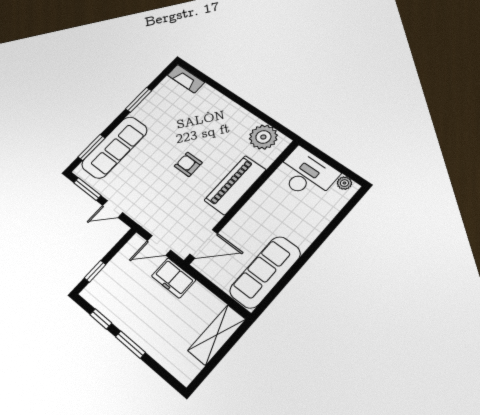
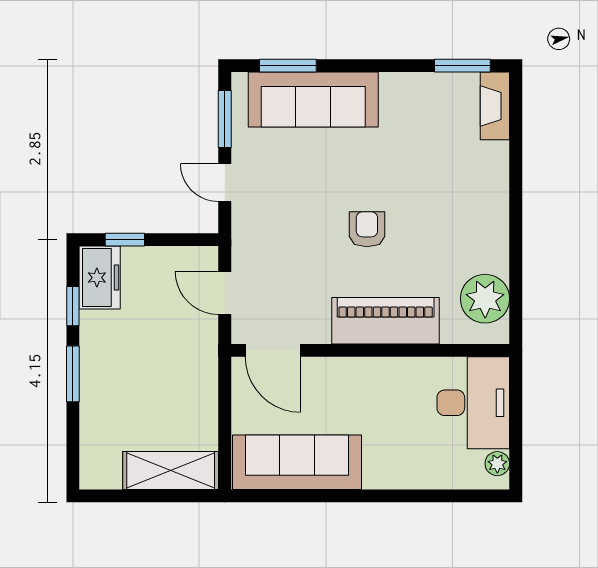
window: (139, 100) -> (462, 66), moved
freezer: (174, 278) -> (100, 278), moved, turned 180

